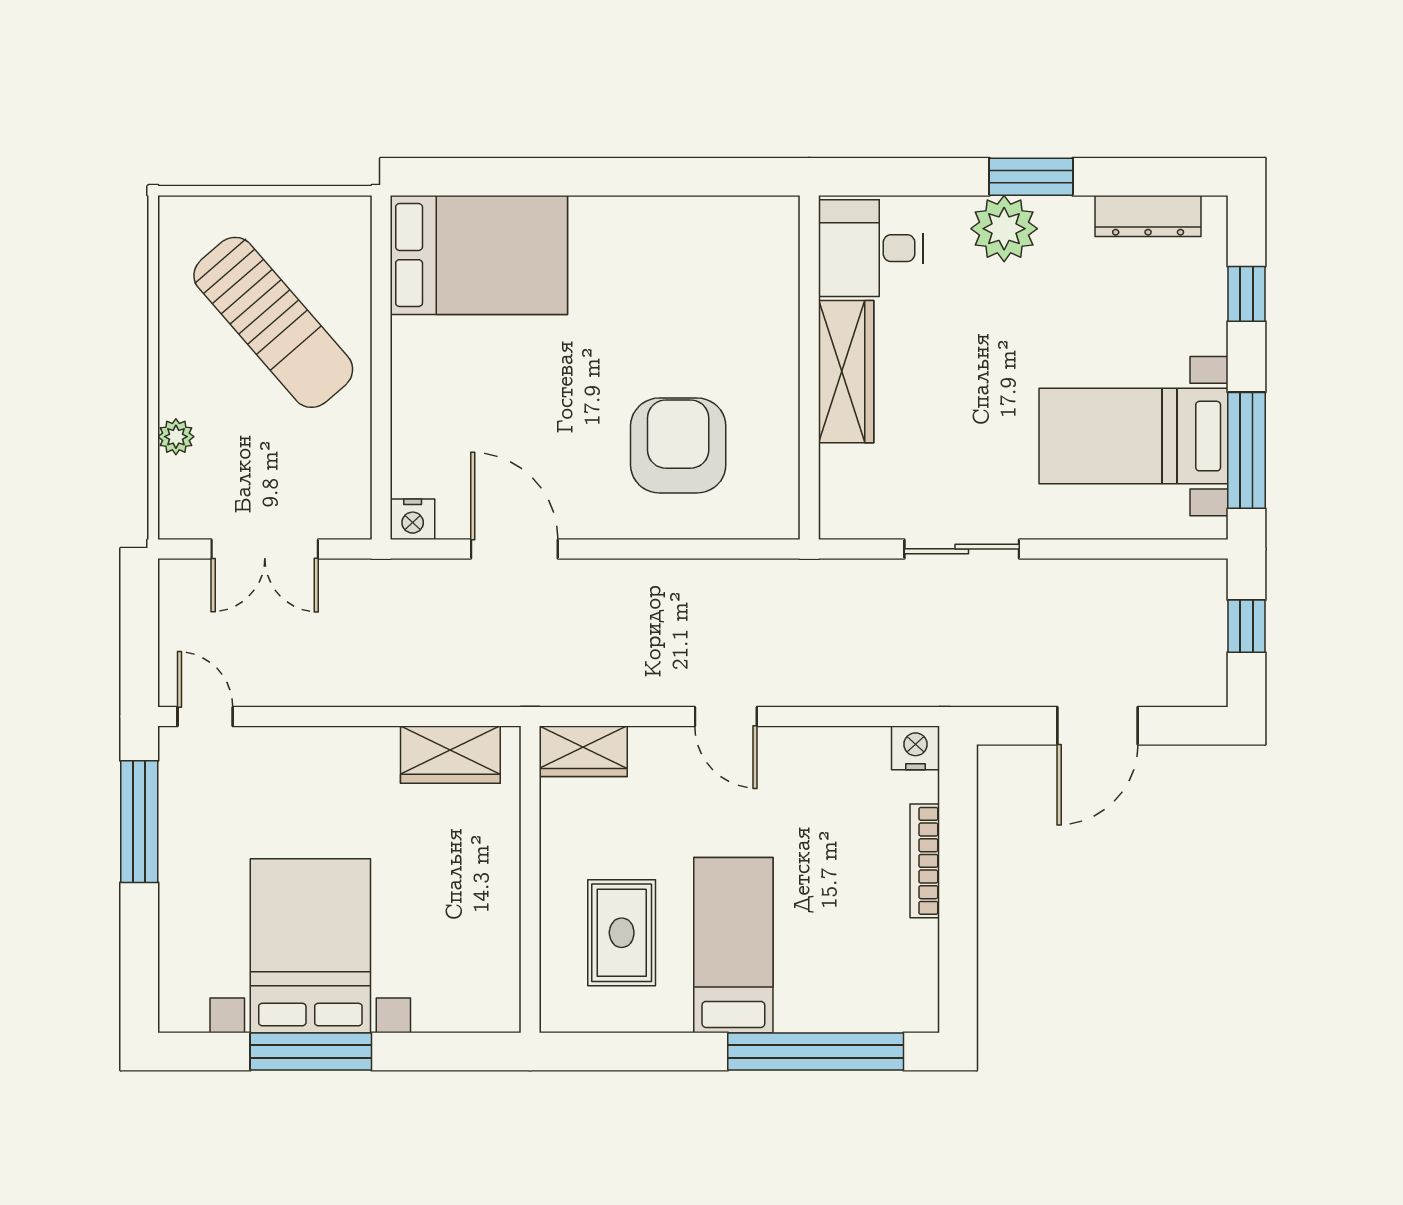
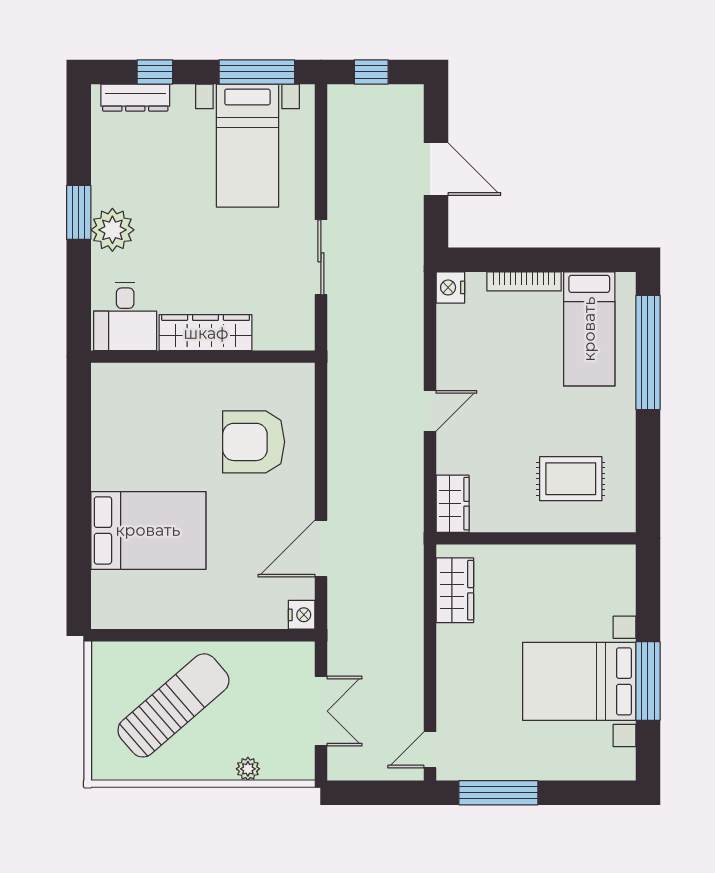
dresser: (1148, 216) -> (135, 98), moved, turned 90
bed: (479, 255) -> (148, 530), moved, turned 90
bed: (733, 945) -> (589, 329), moved, turned -90

